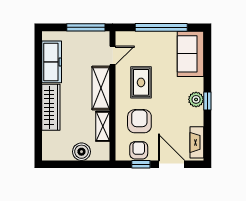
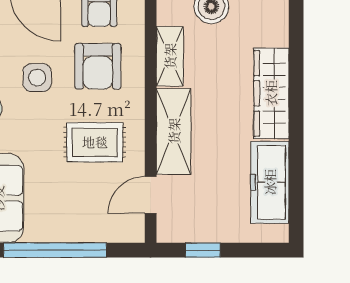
window: (86, 27) -> (203, 250), width x0.46
rug: (141, 82) -> (95, 142), turned 90
side table: (170, 115) -> (37, 78), added

